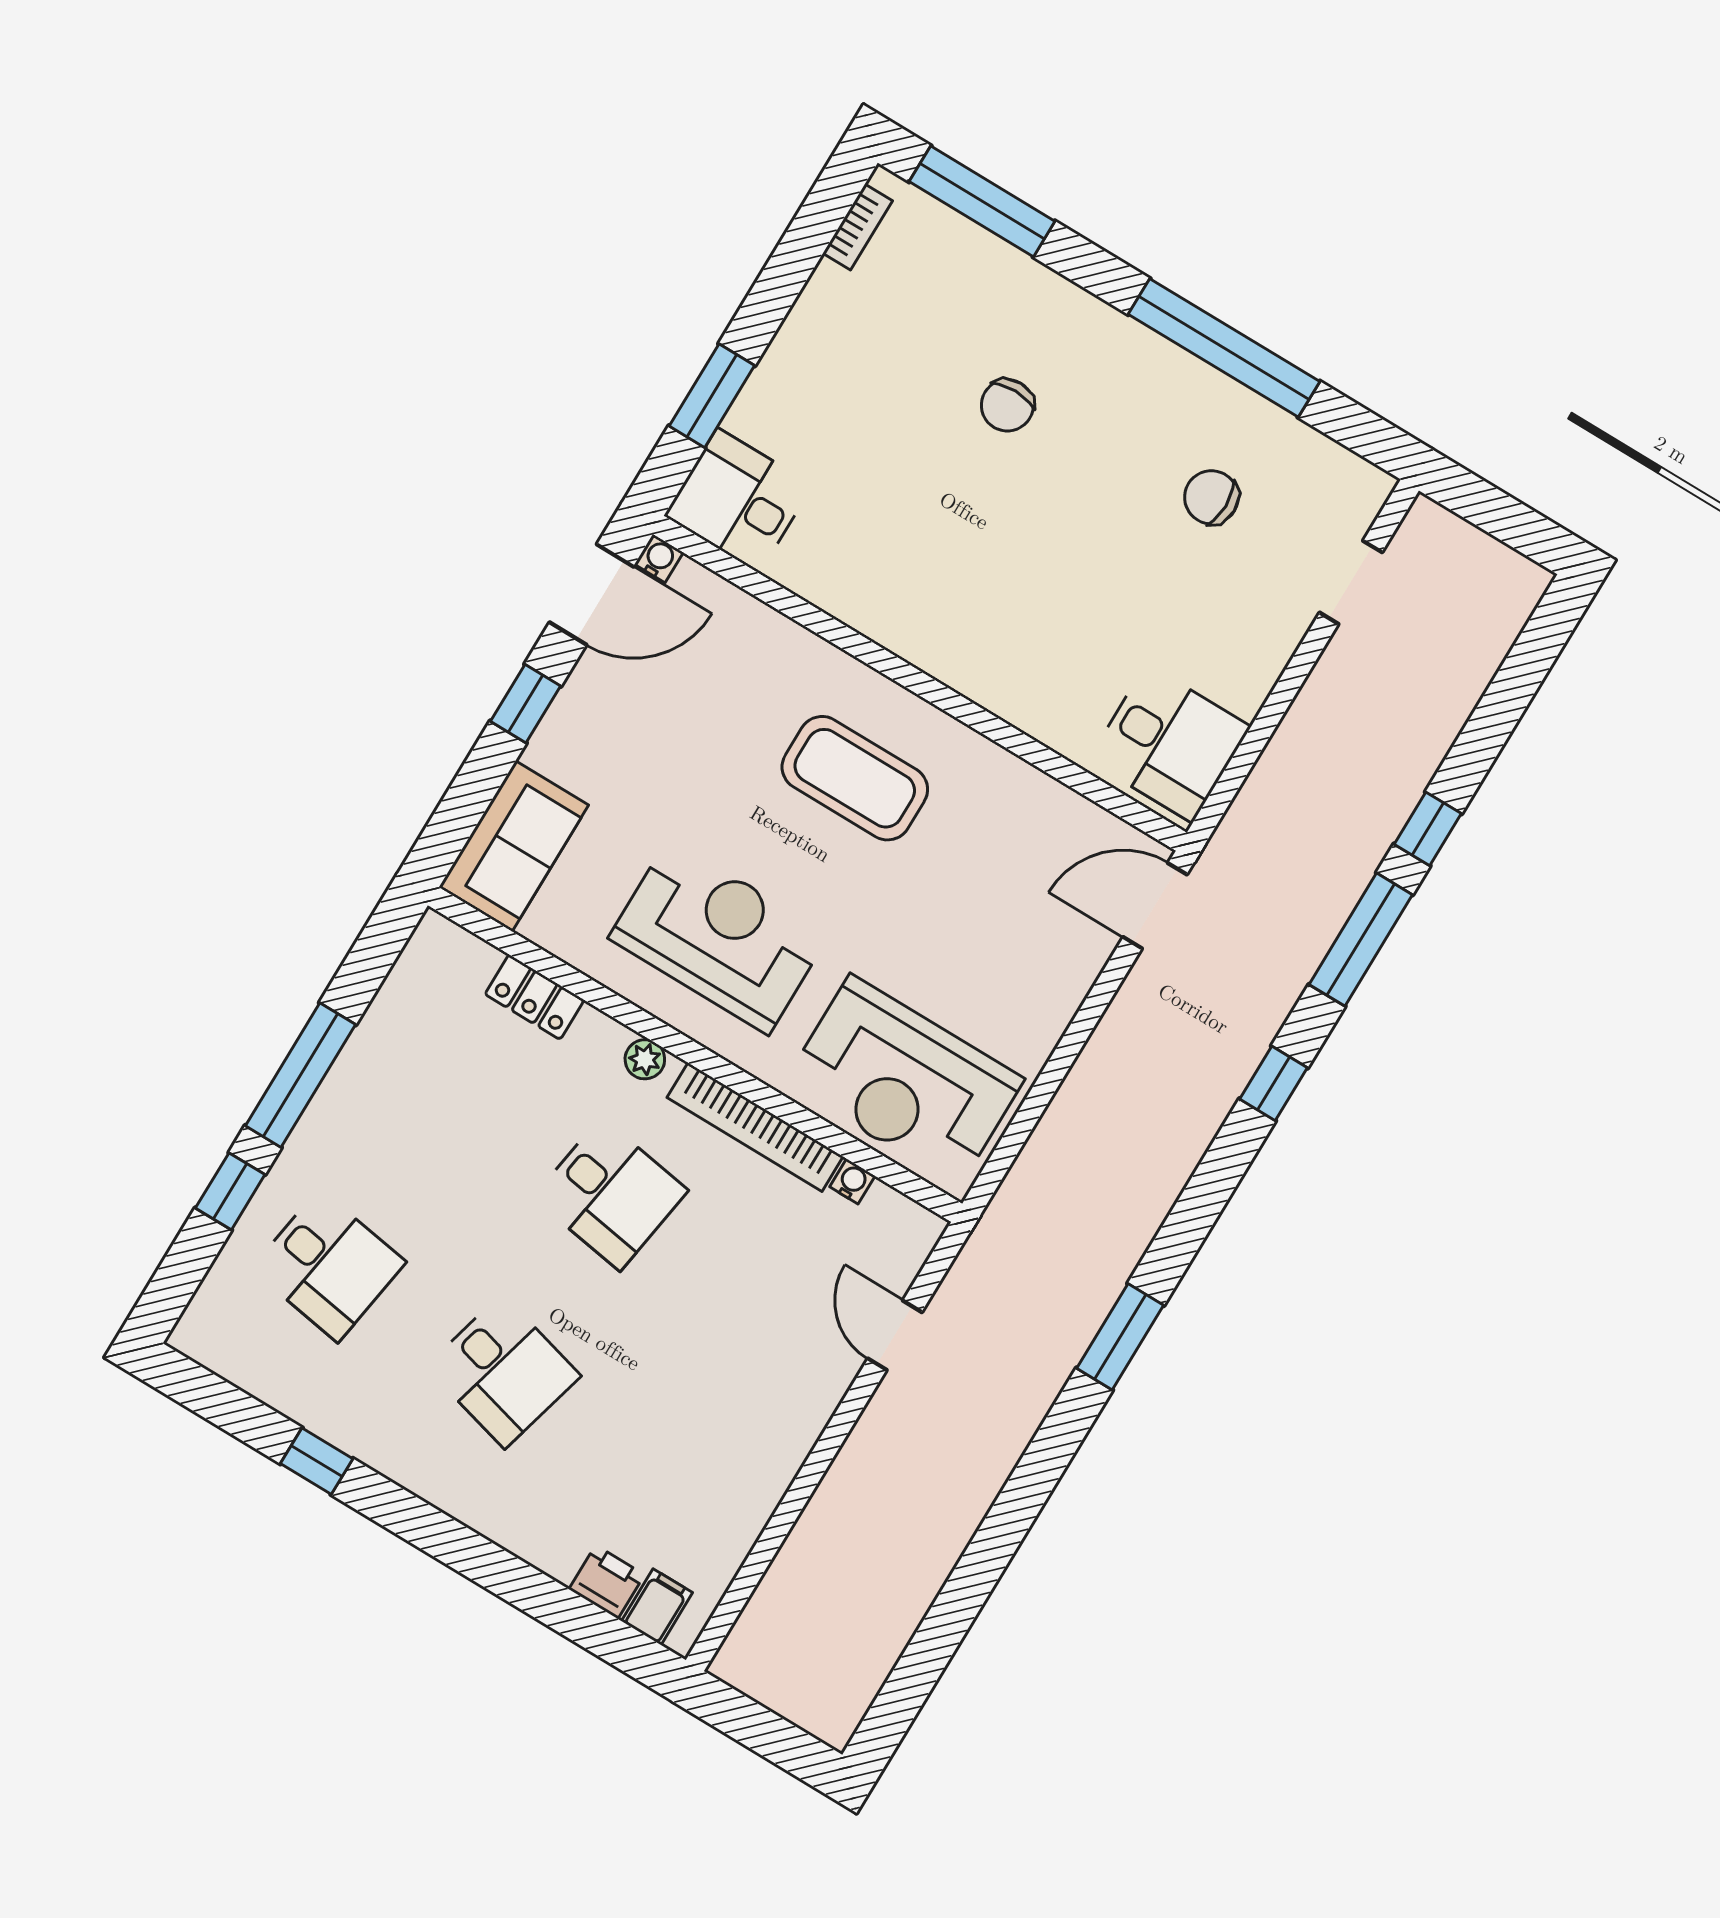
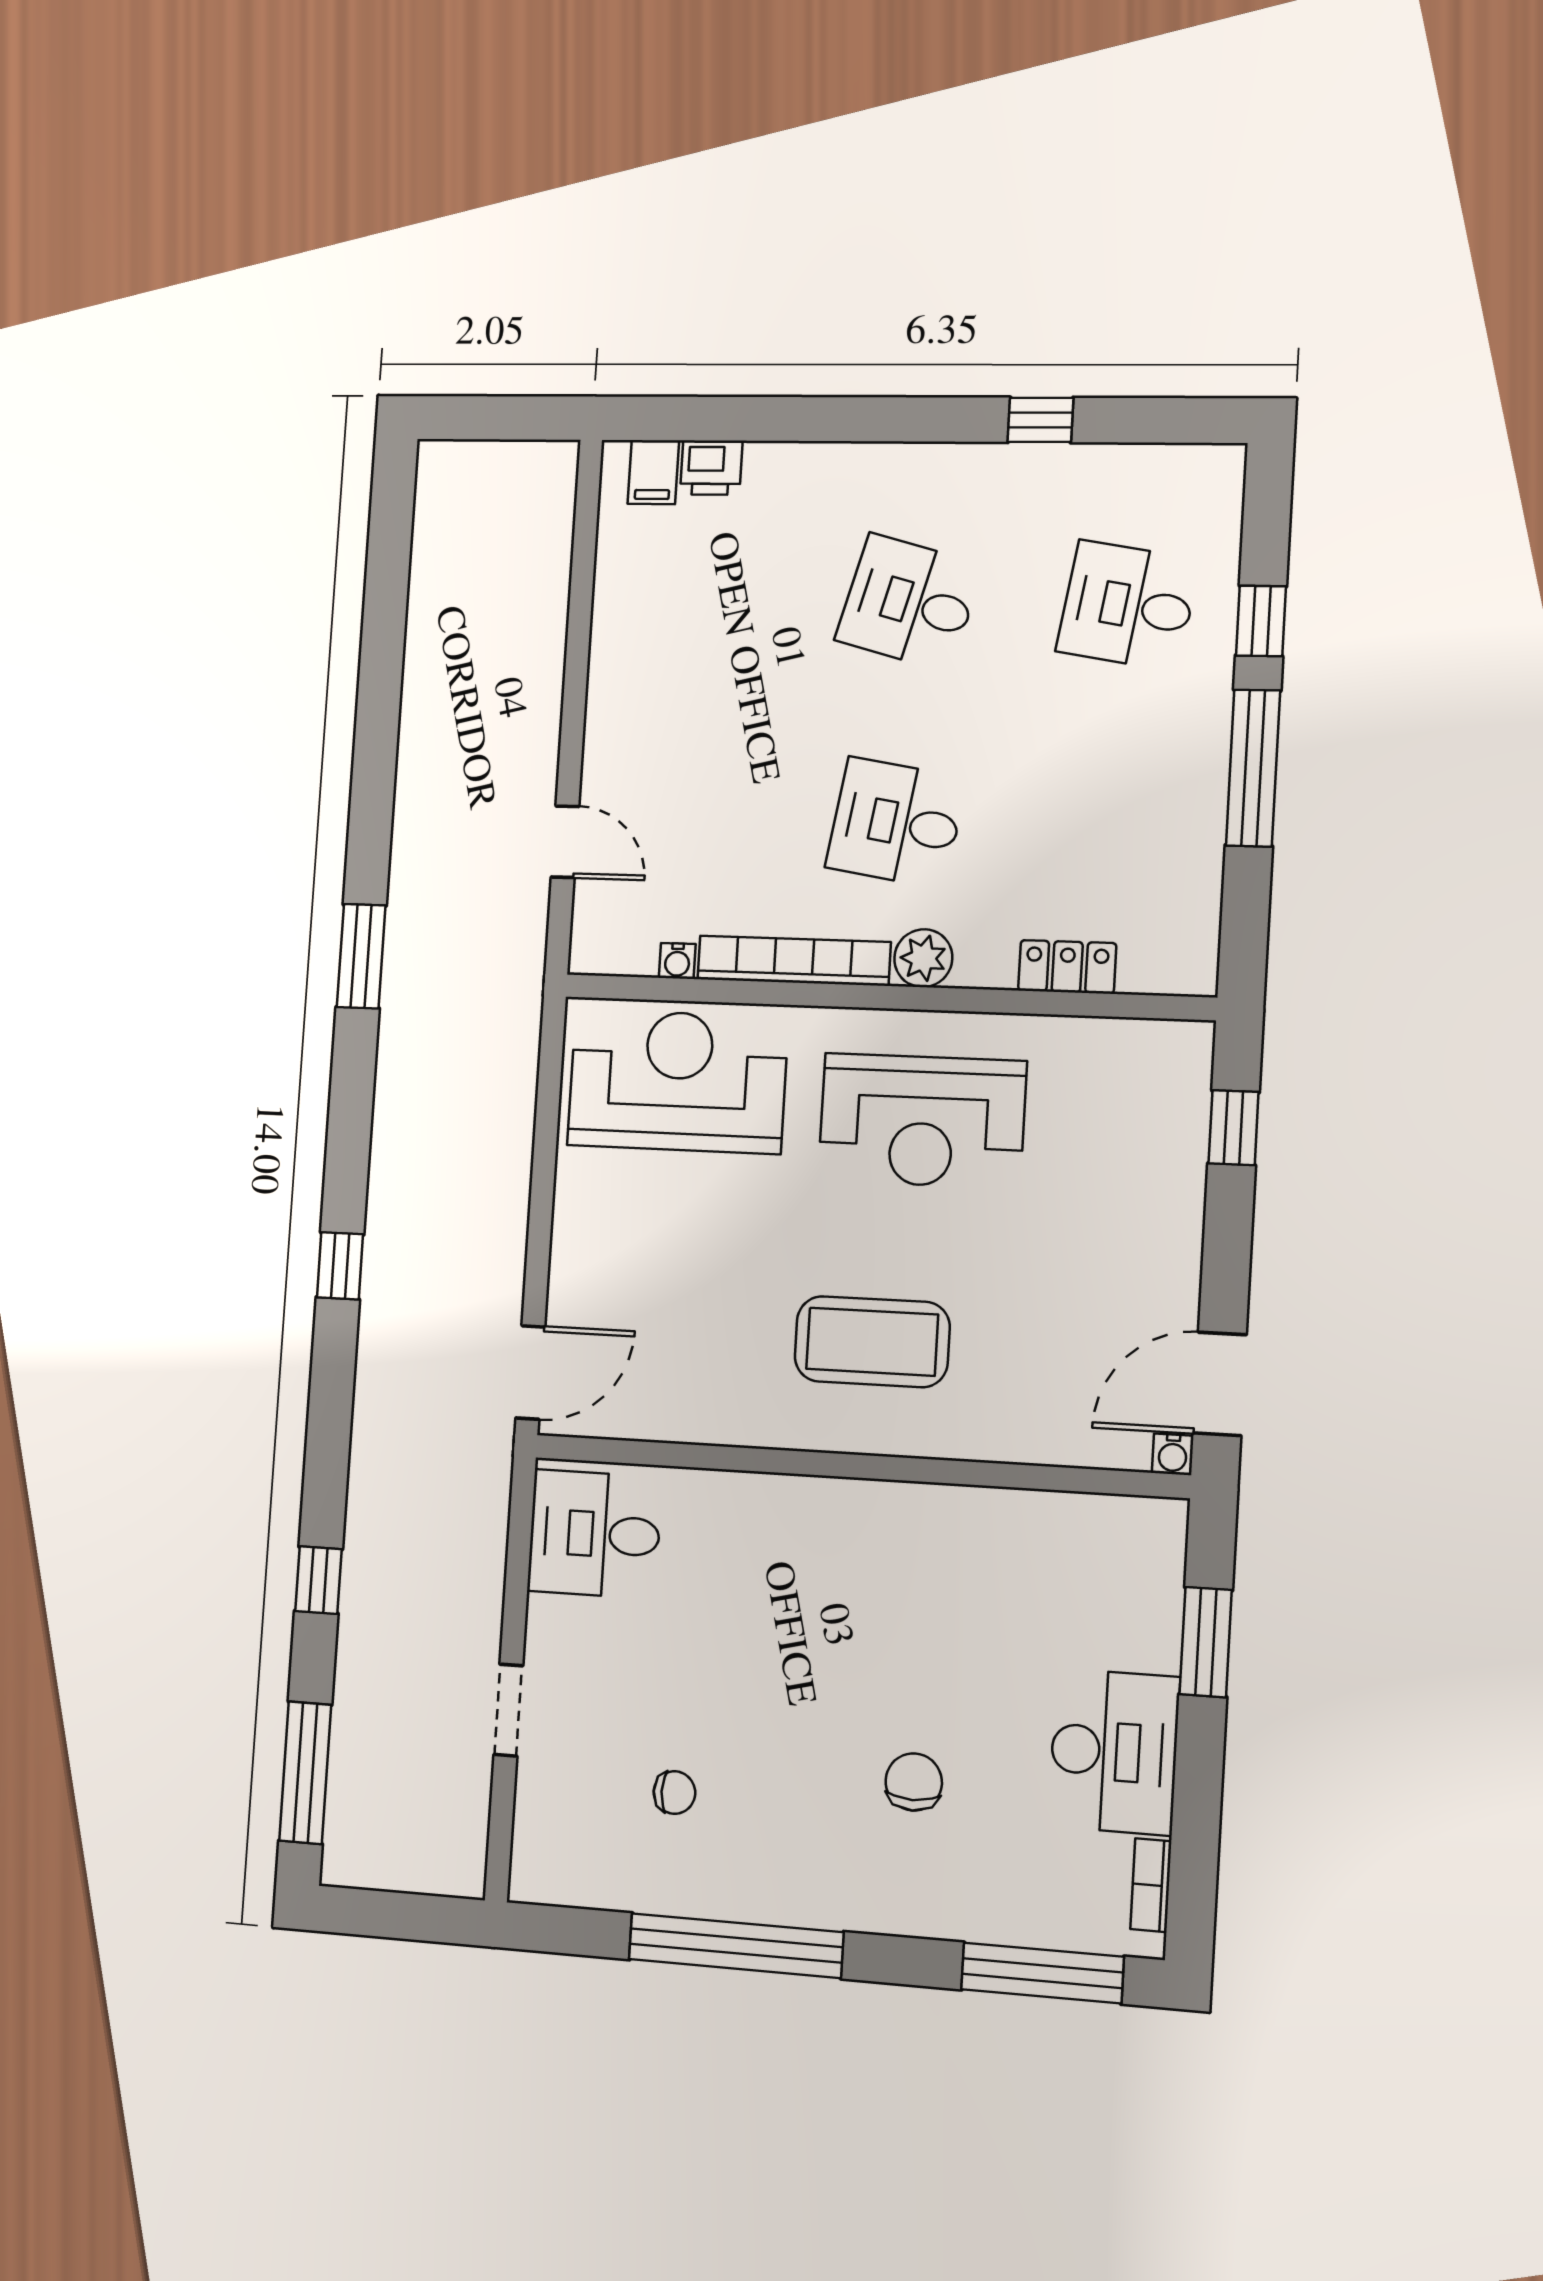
chair: (1211, 497) -> (674, 1793), width x0.73, depth x0.73
desk: (738, 500) -> (1114, 1752), moved, width x1.37
doorway: (1351, 582) -> (508, 1710), moved
window: (526, 704) -> (1234, 1128), moved
sofa: (514, 846) -> (1165, 1100), removed
window: (1361, 940) -> (305, 1773), moved
plant: (645, 1059) -> (923, 958), width x1.38, depth x1.38

